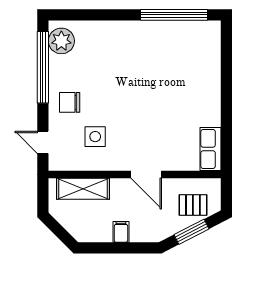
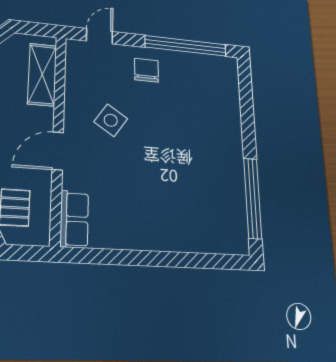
plant: (61, 41) -> (216, 69), removed
side table: (95, 137) -> (111, 120), moved, turned 34
row of seats: (211, 149) -> (74, 219), moved, turned 90

